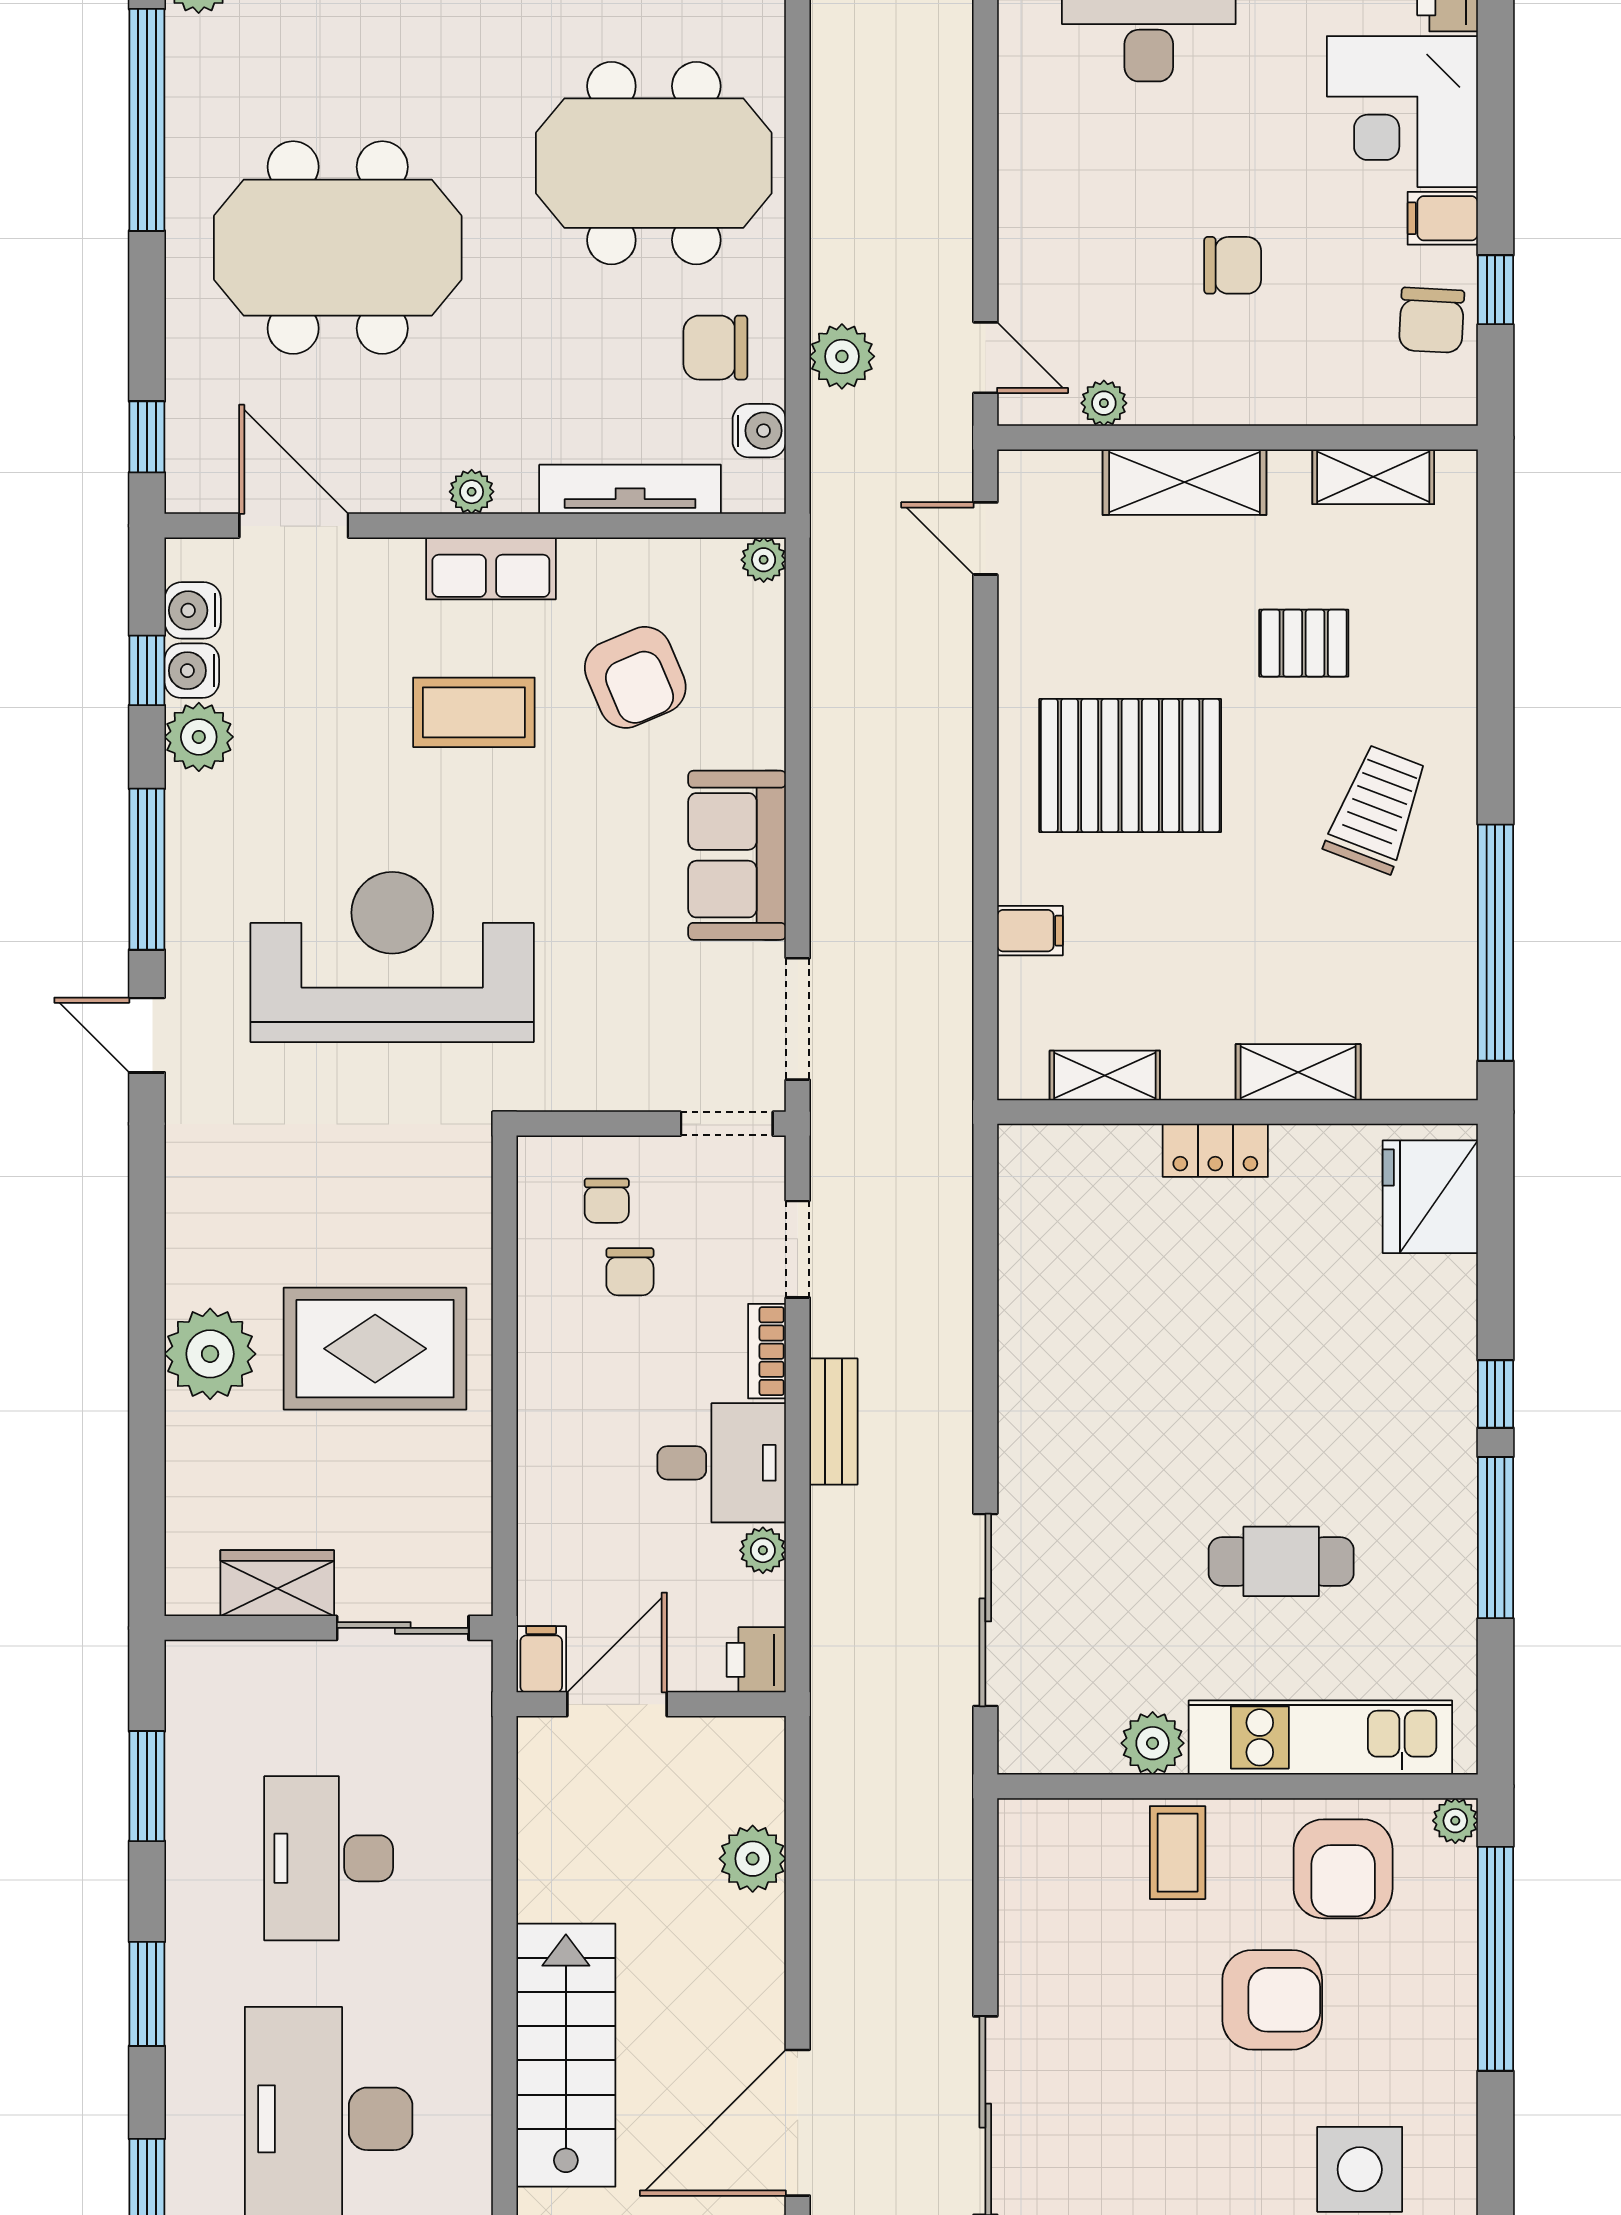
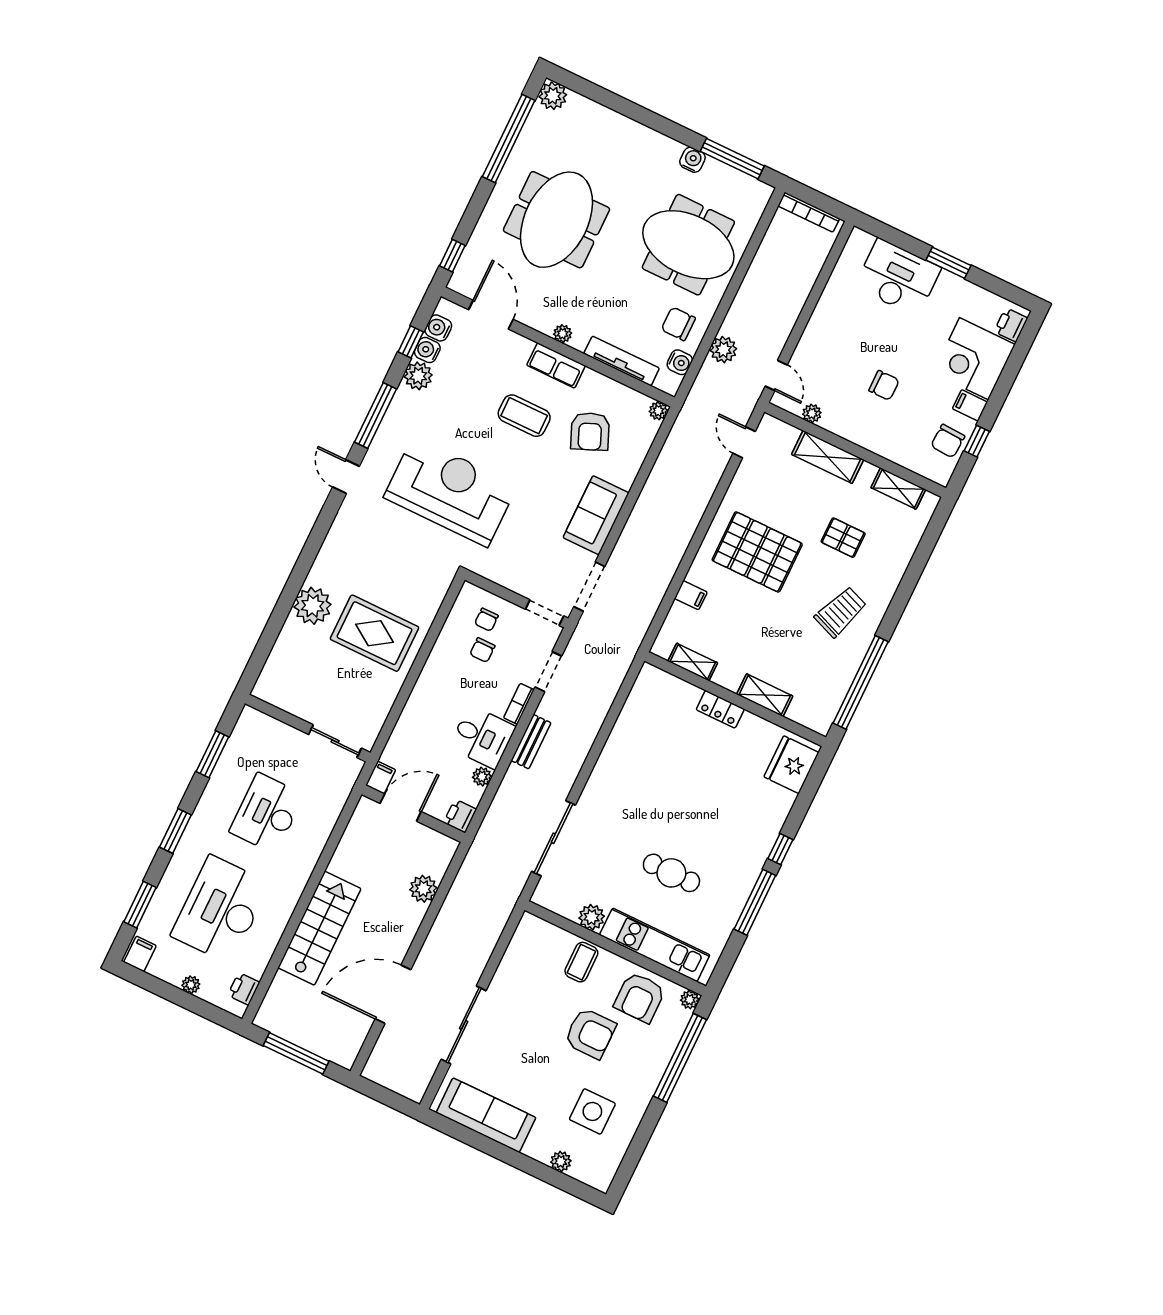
meeting table: (338, 248) -> (556, 220), turned 90
wardrobe: (277, 1583) -> (297, 702), removed

